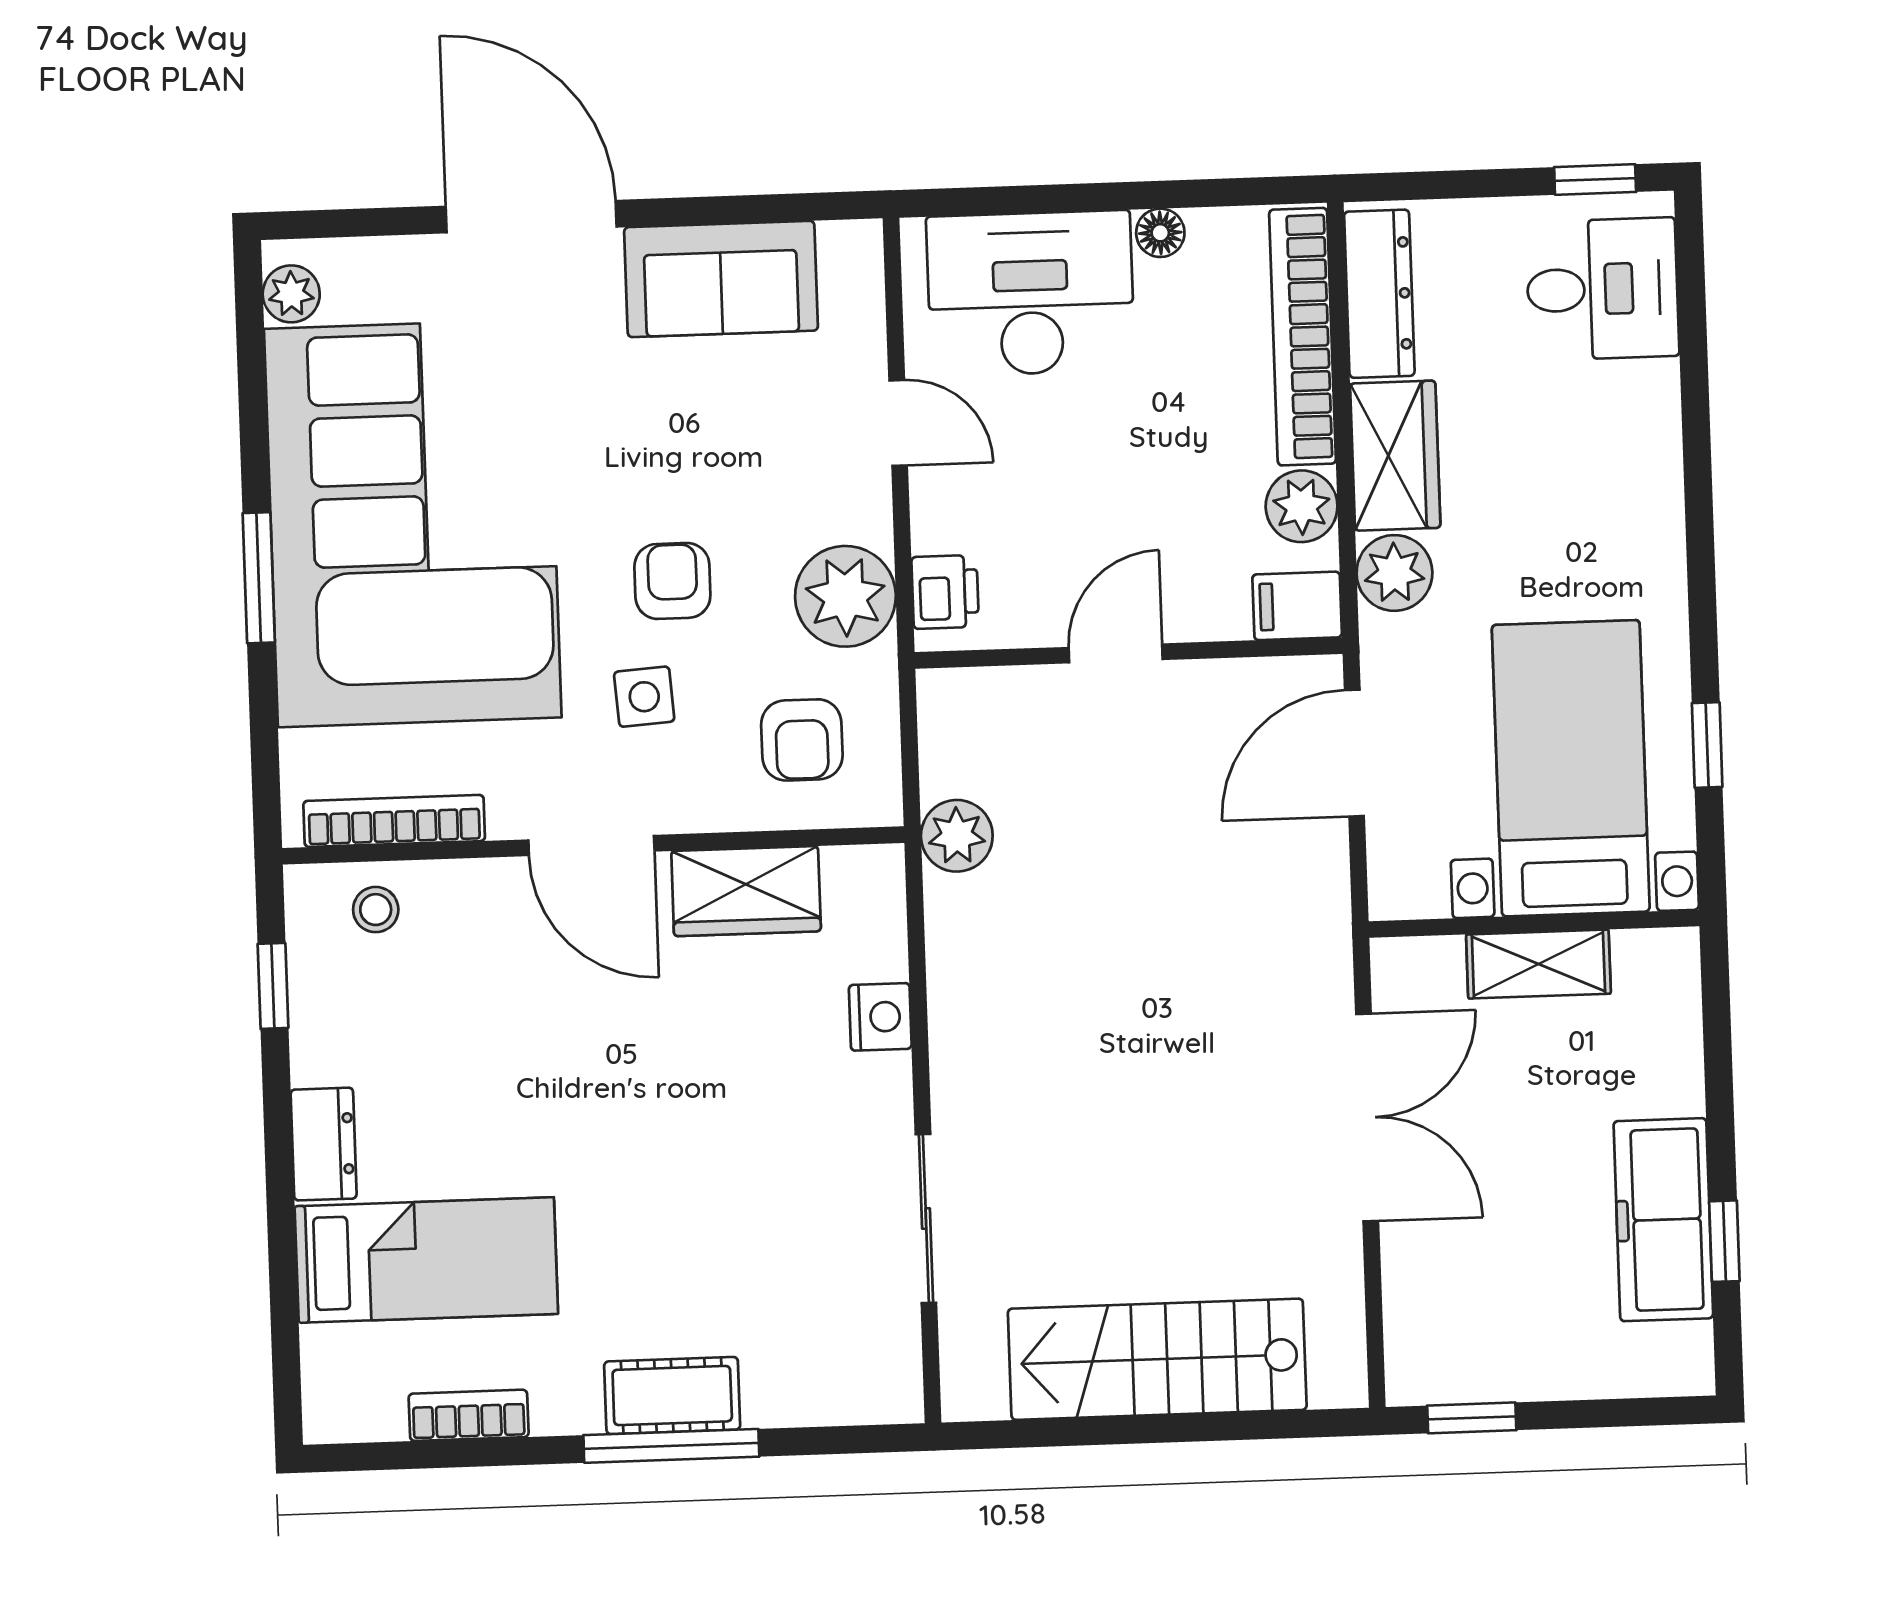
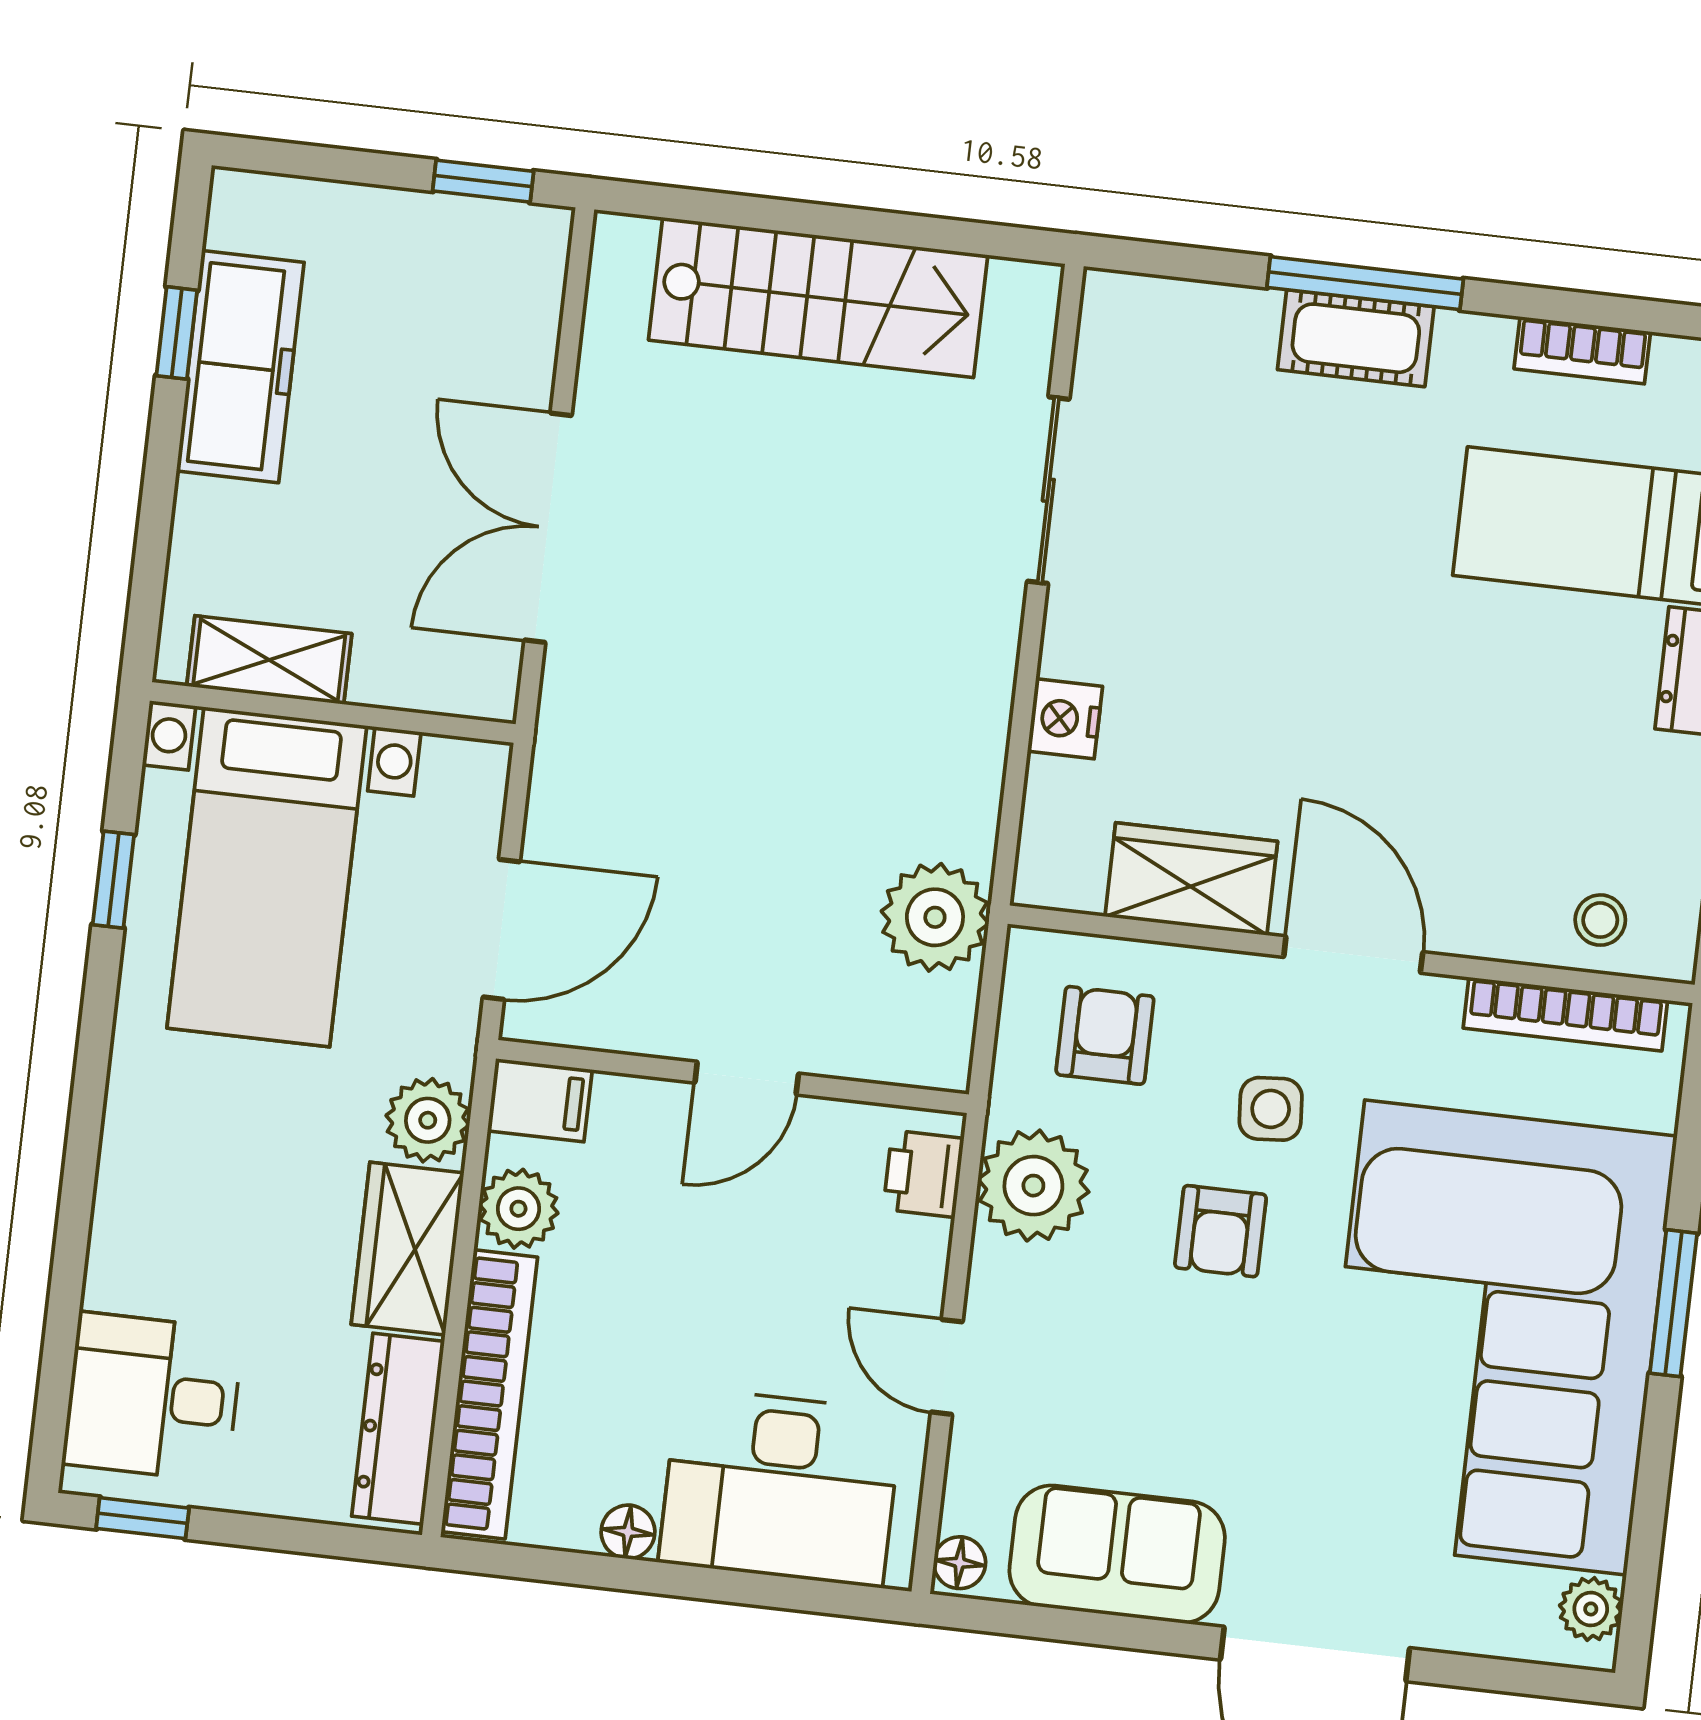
floor lamp: (860, 250) -> (960, 1563), added
plant: (957, 836) -> (935, 917), width x1.36, depth x1.36
shelving: (1538, 964) -> (269, 660), moved

